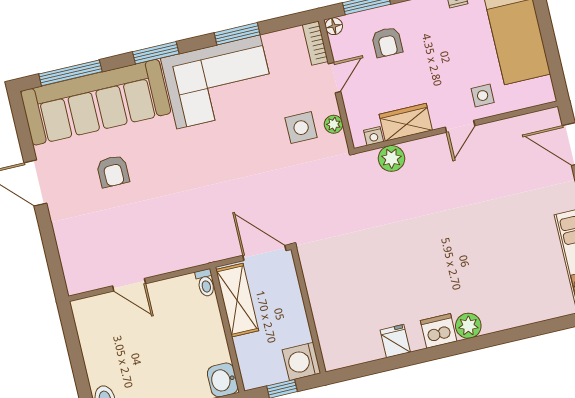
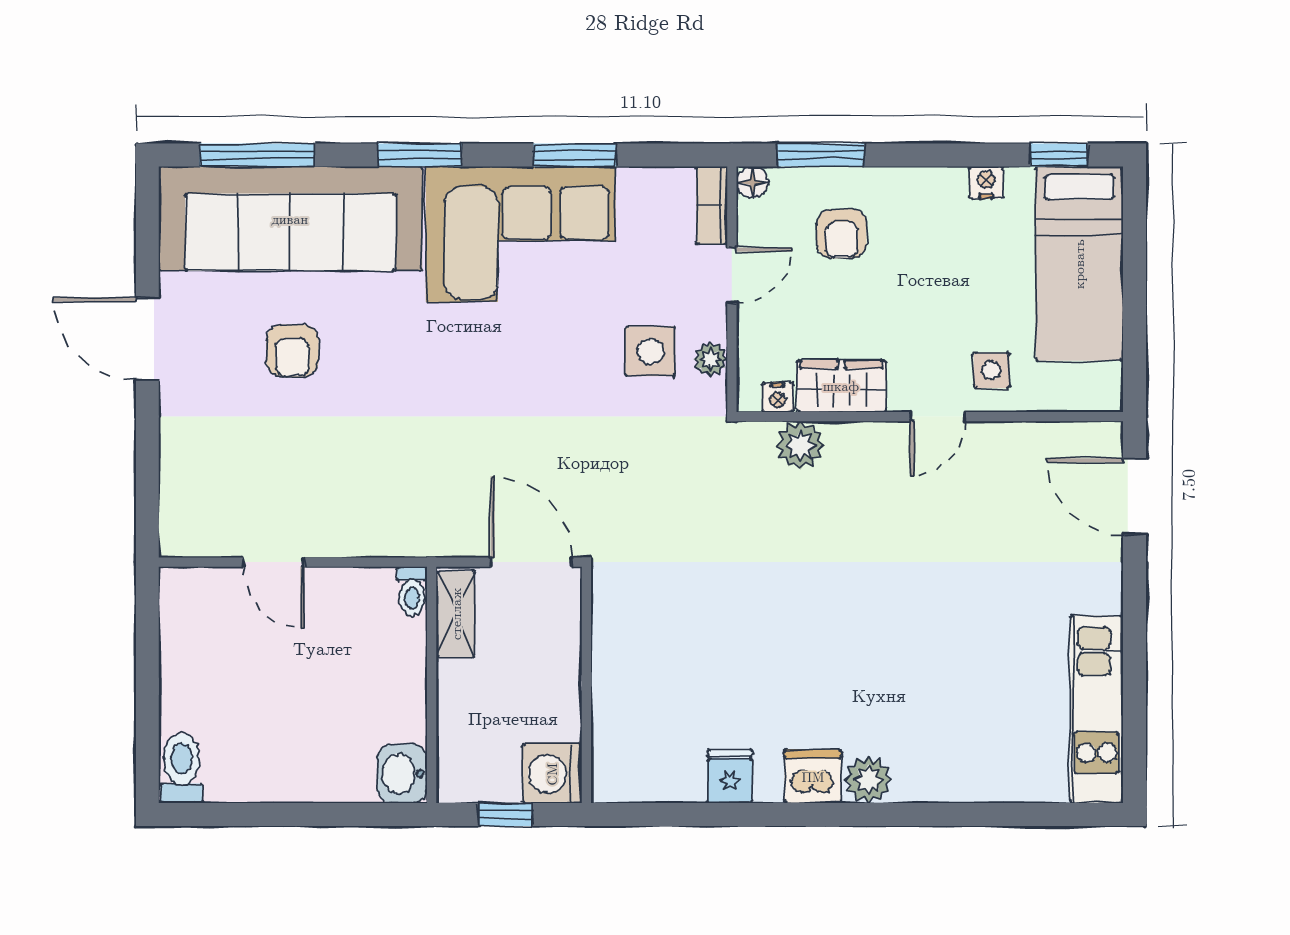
shelving: (237, 300) -> (456, 614), width x0.67, depth x0.75

